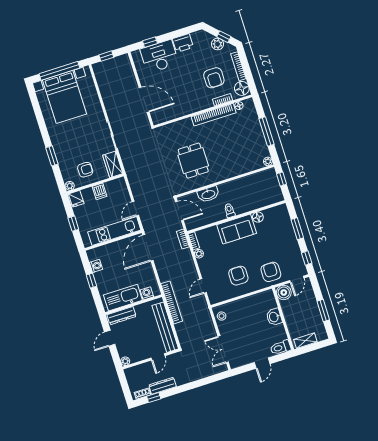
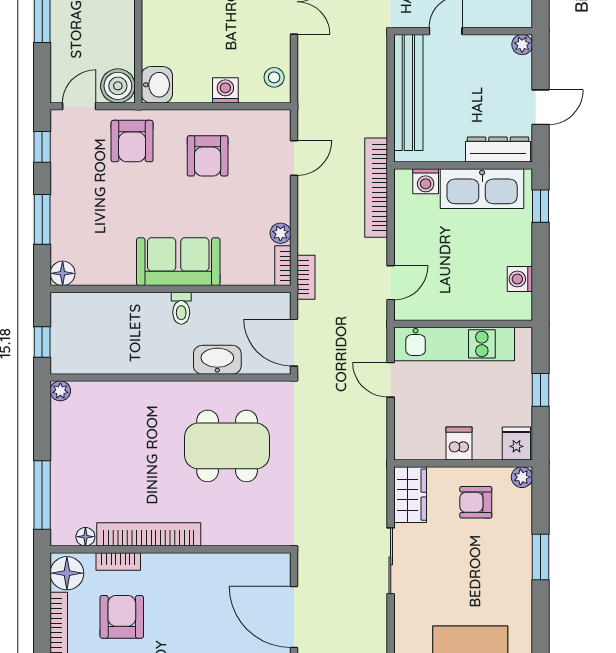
window: (266, 131) -> (42, 495), moved
dining table: (193, 161) -> (227, 446), width x1.38
door: (135, 208) -> (391, 380), swing flipped
floor lamp: (258, 217) -> (63, 273), moved
door: (148, 248) -> (391, 283), width x0.53
window: (91, 281) -> (541, 206), moved
bookcase: (172, 302) -> (376, 188), moved
washing machine: (240, 304) -> (225, 90), added
washbasin: (274, 317) -> (157, 85), moved

